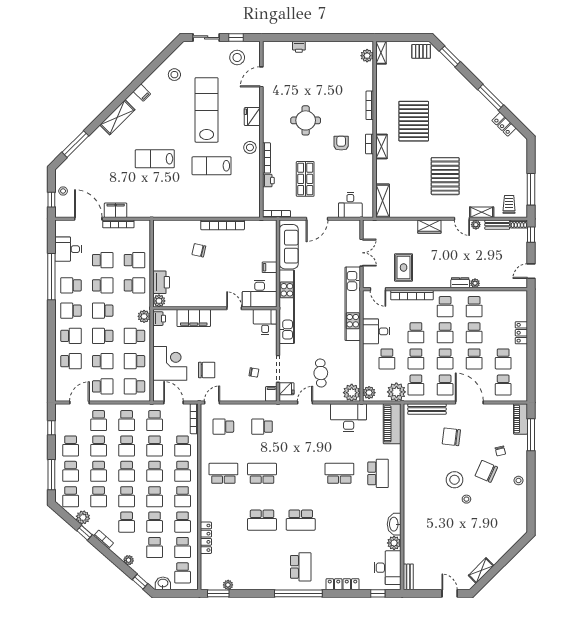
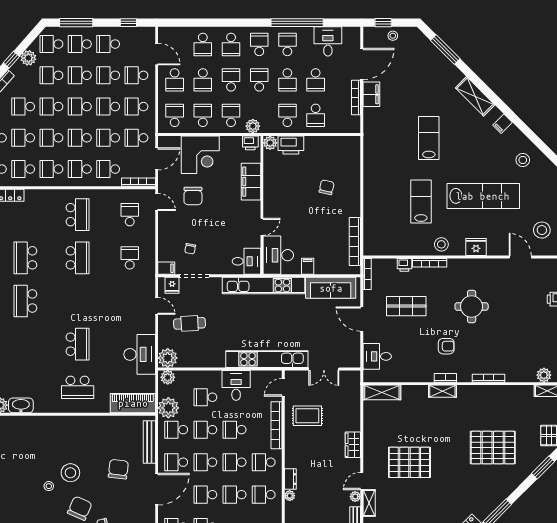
pallet: (414, 121) -> (493, 448), moved
bookcase: (223, 225) -> (355, 242), moved
school desk: (134, 285) -> (287, 115), turned 180

